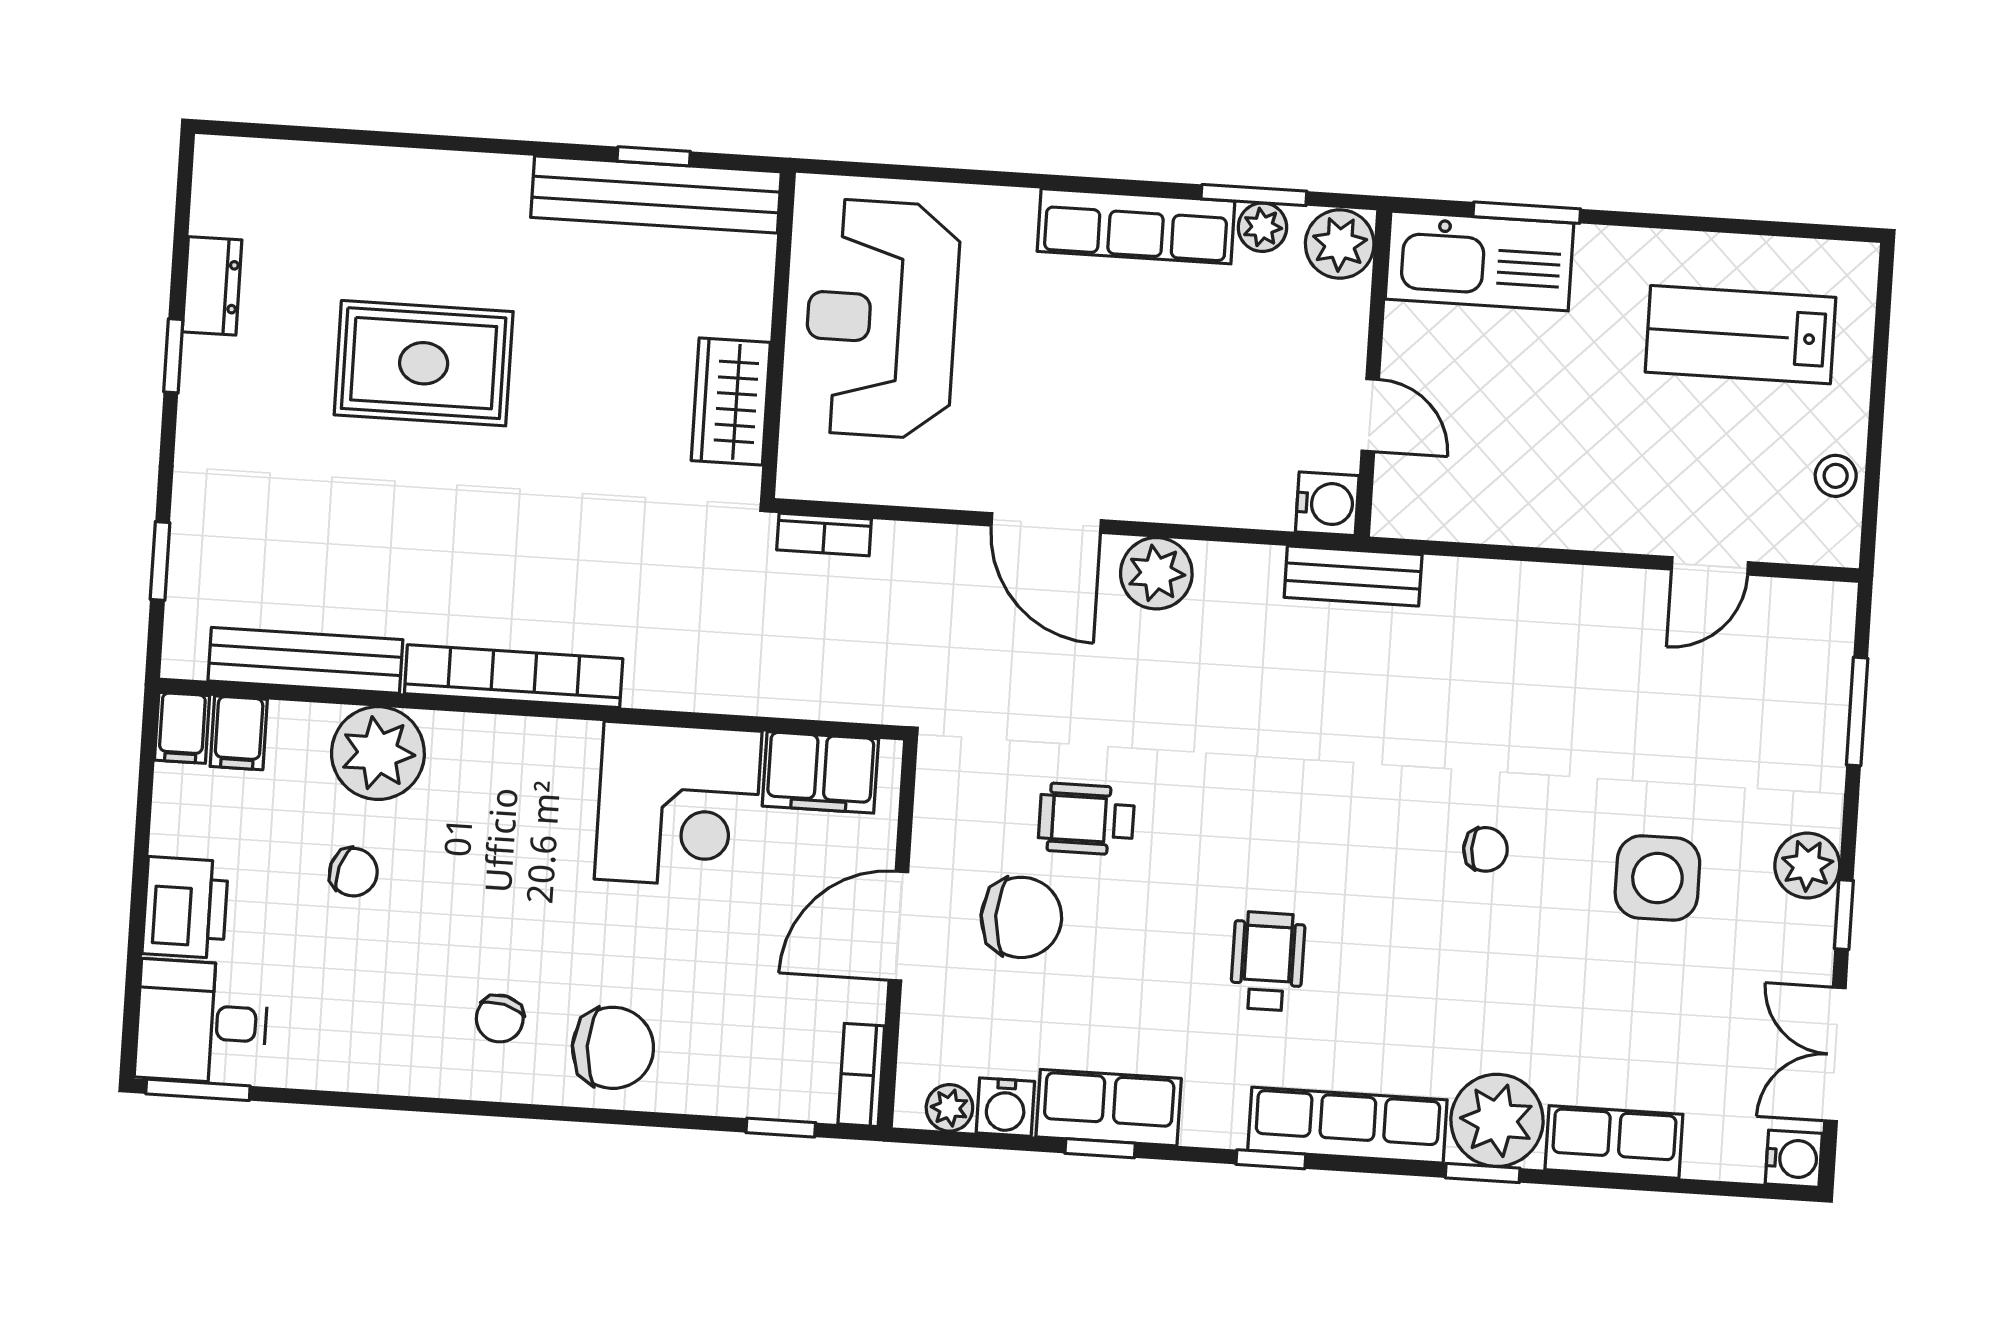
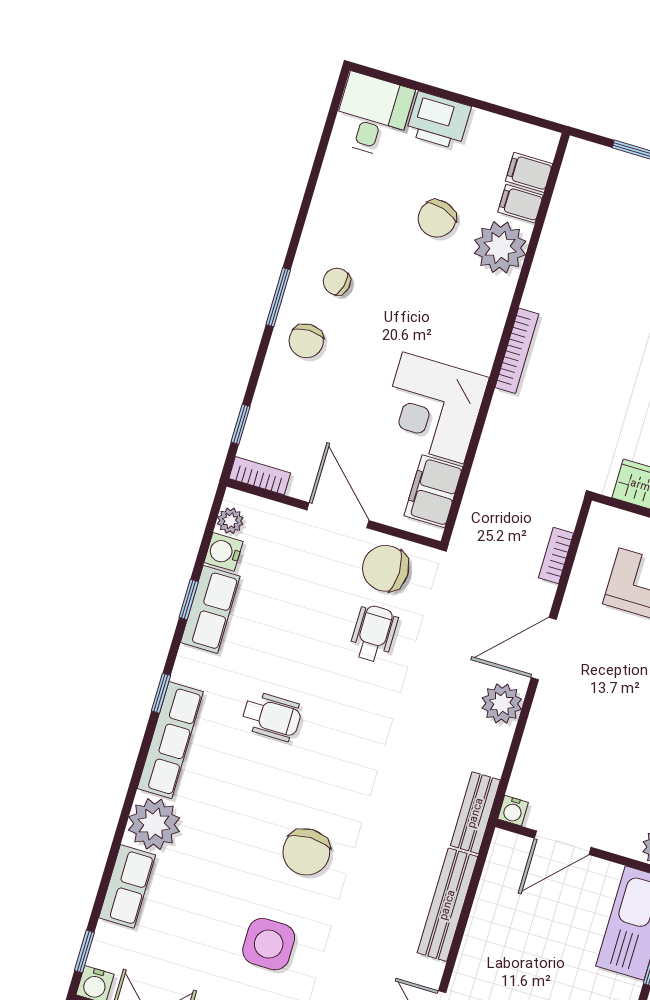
door: (1370, 415) -> (563, 843), width x1.38
water cooler: (1327, 504) -> (513, 811), width x0.72, depth x0.72
bookcase: (824, 534) -> (556, 555), moved
bench: (305, 660) -> (447, 905), moved
bookcase: (514, 676) -> (517, 351), width x0.68, depth x0.76
filing cabinet: (182, 728) -> (520, 204), moved
chair: (1485, 849) -> (306, 852), width x1.87, depth x1.87
chair: (353, 872) -> (437, 219), width x1.37, depth x1.37
chair: (1021, 917) -> (386, 568), moved, turned 90
chair: (613, 1048) -> (306, 341), width x0.73, depth x0.73
window: (198, 1090) -> (278, 297), moved
window: (1483, 1173) -> (84, 951), moved

